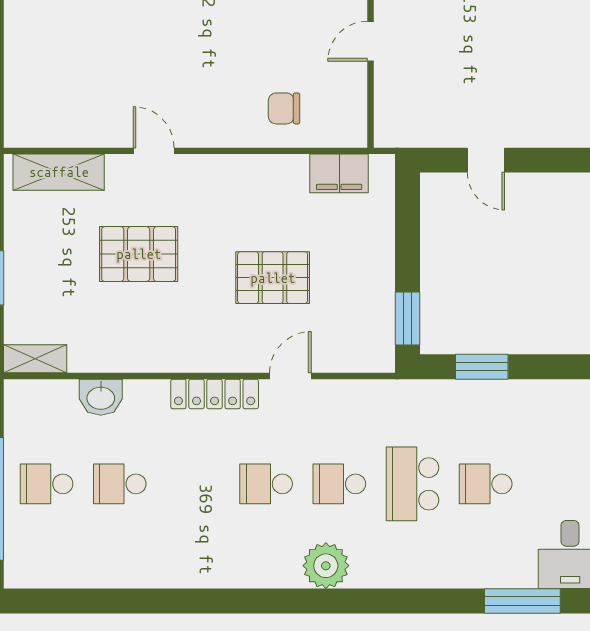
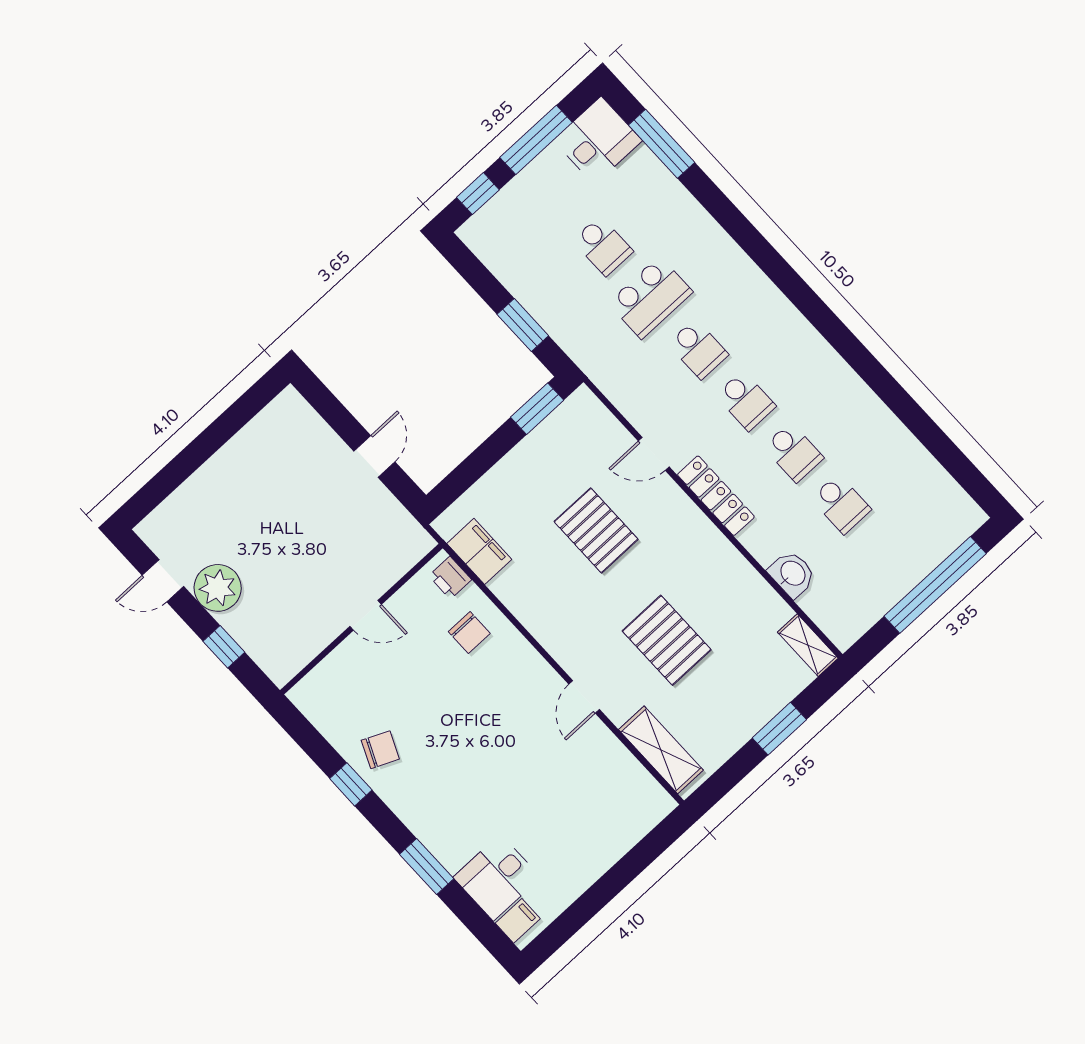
printer: (340, 132) -> (450, 578), added
school desk: (47, 484) -> (793, 452), moved
plant: (326, 566) -> (765, 305), removed

